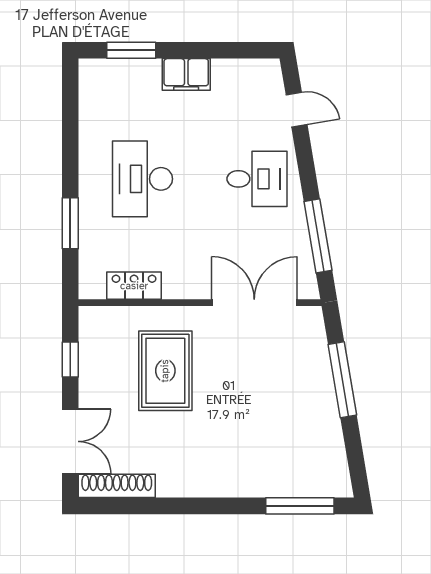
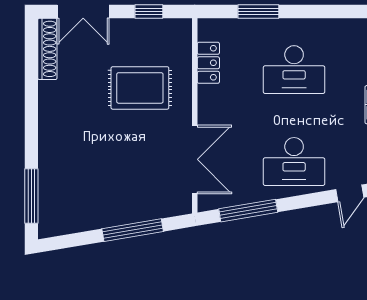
desk: (142, 179) -> (294, 70), turned 180
desk: (257, 179) -> (294, 162), width x1.37

